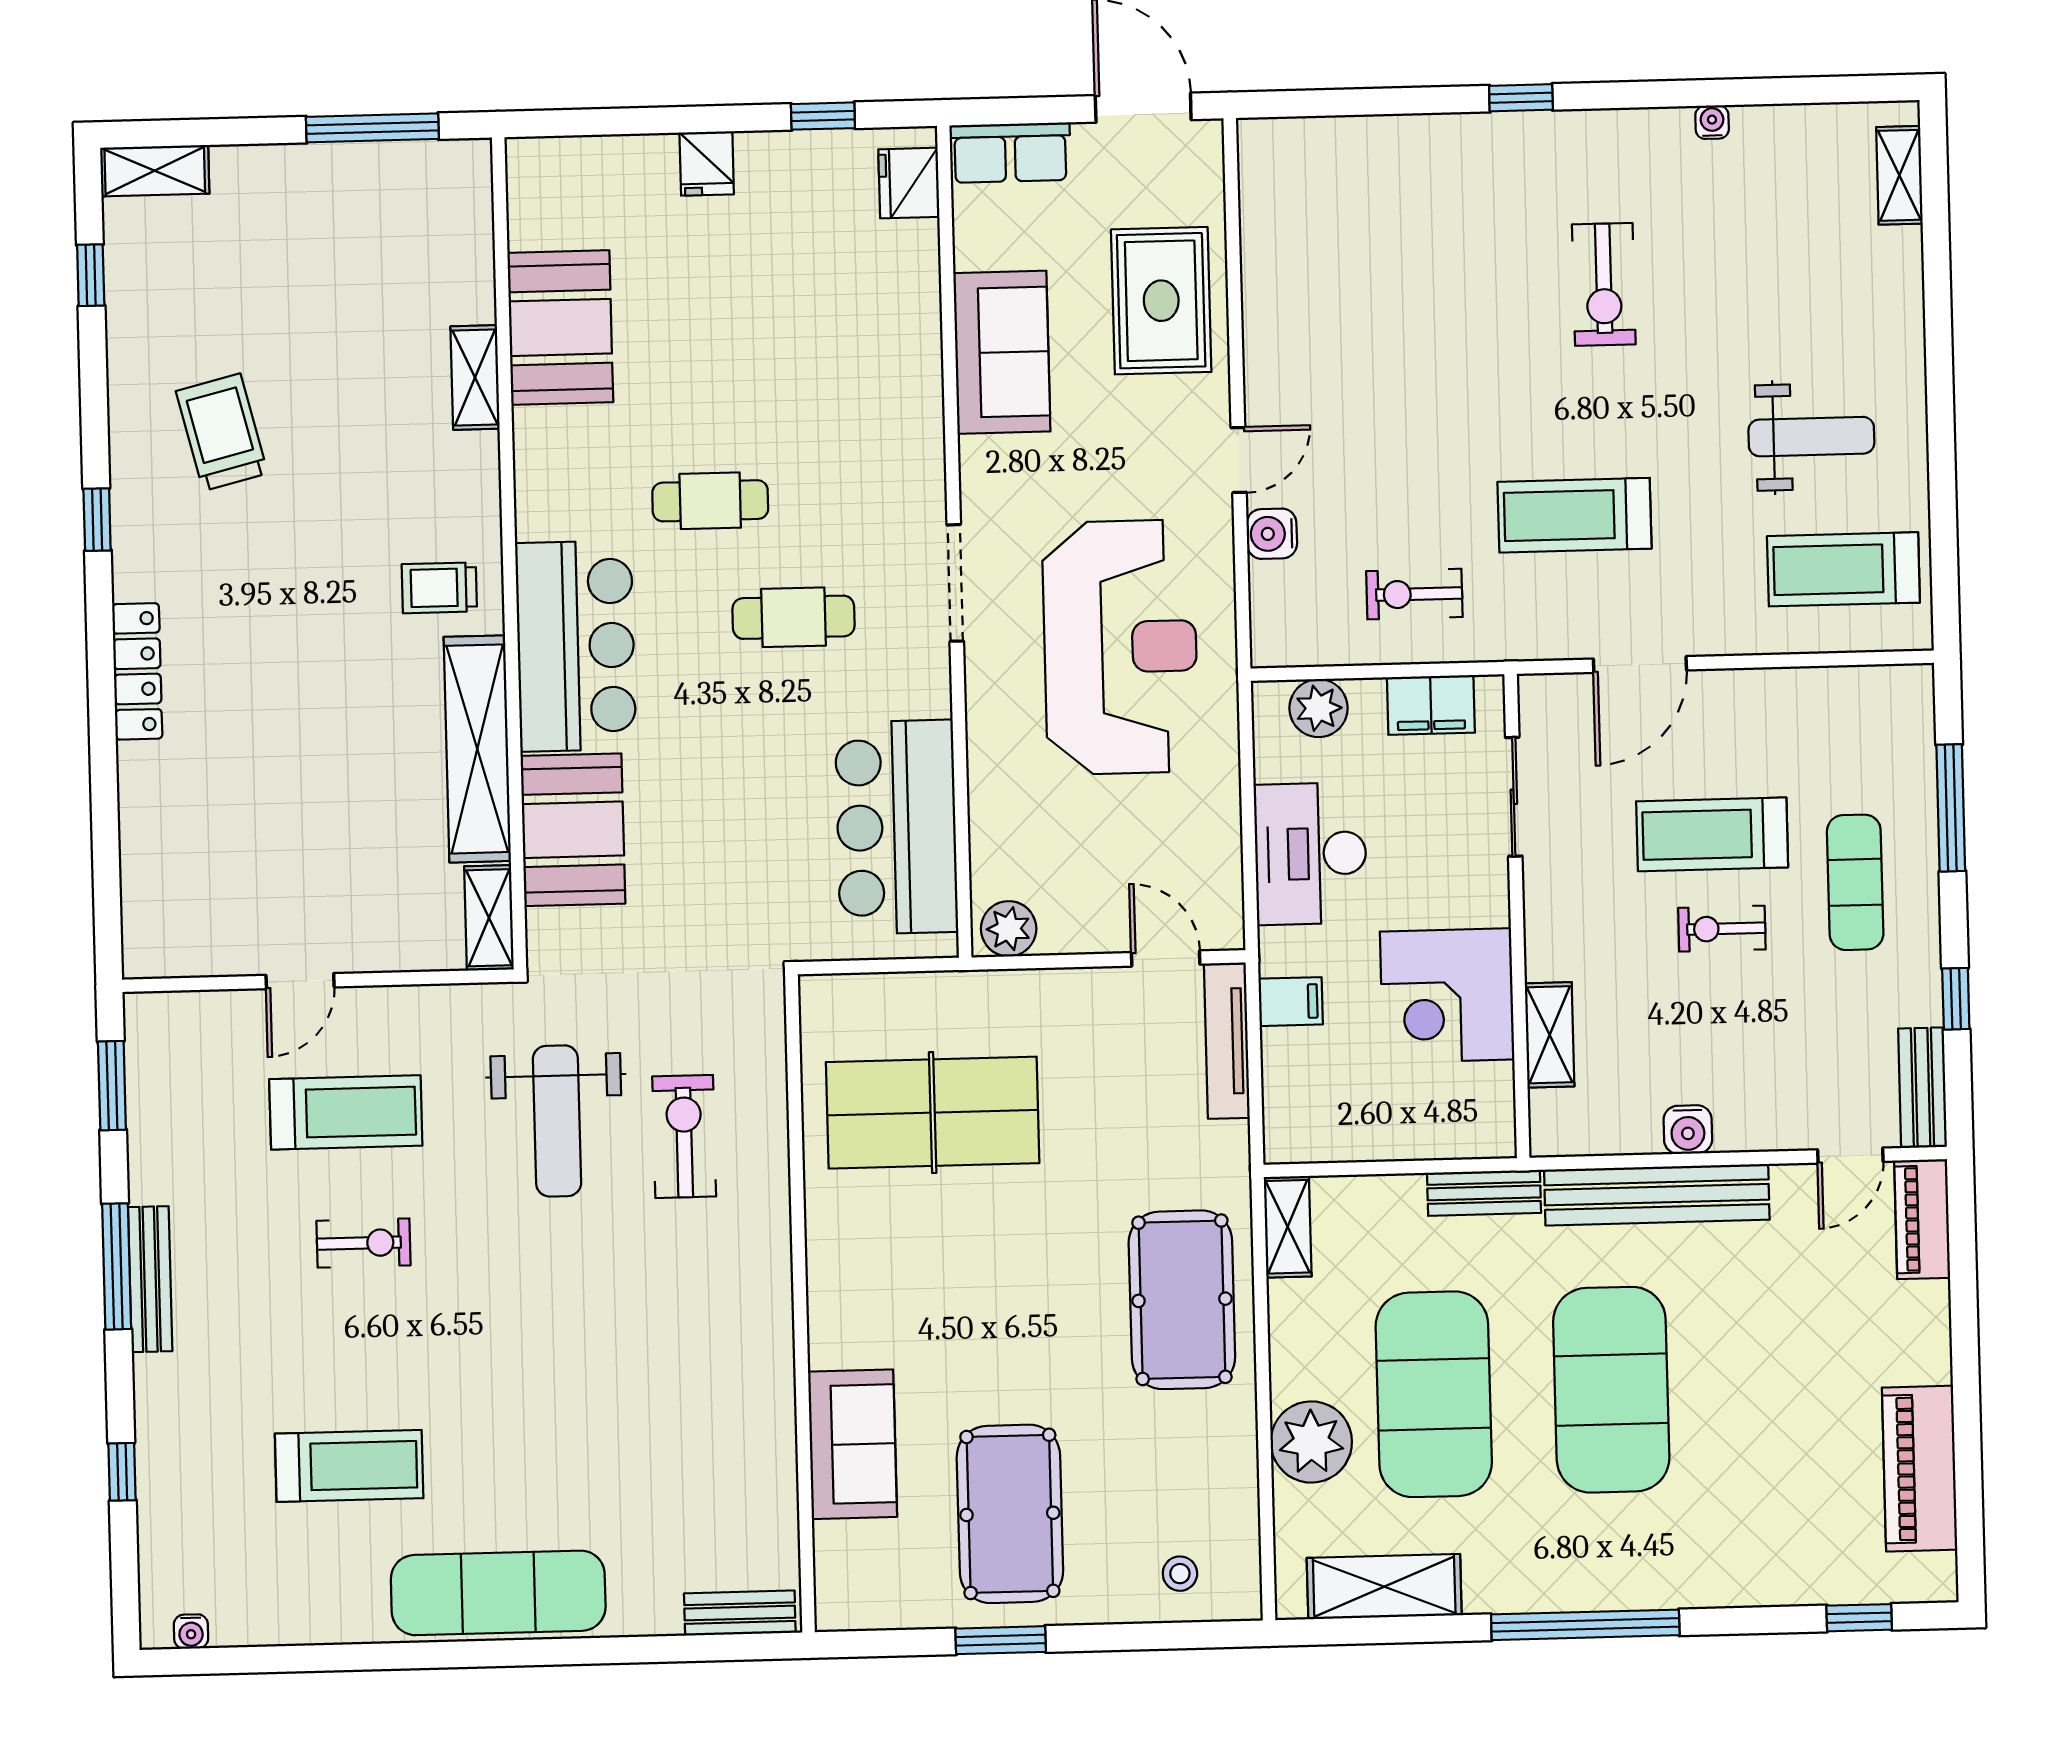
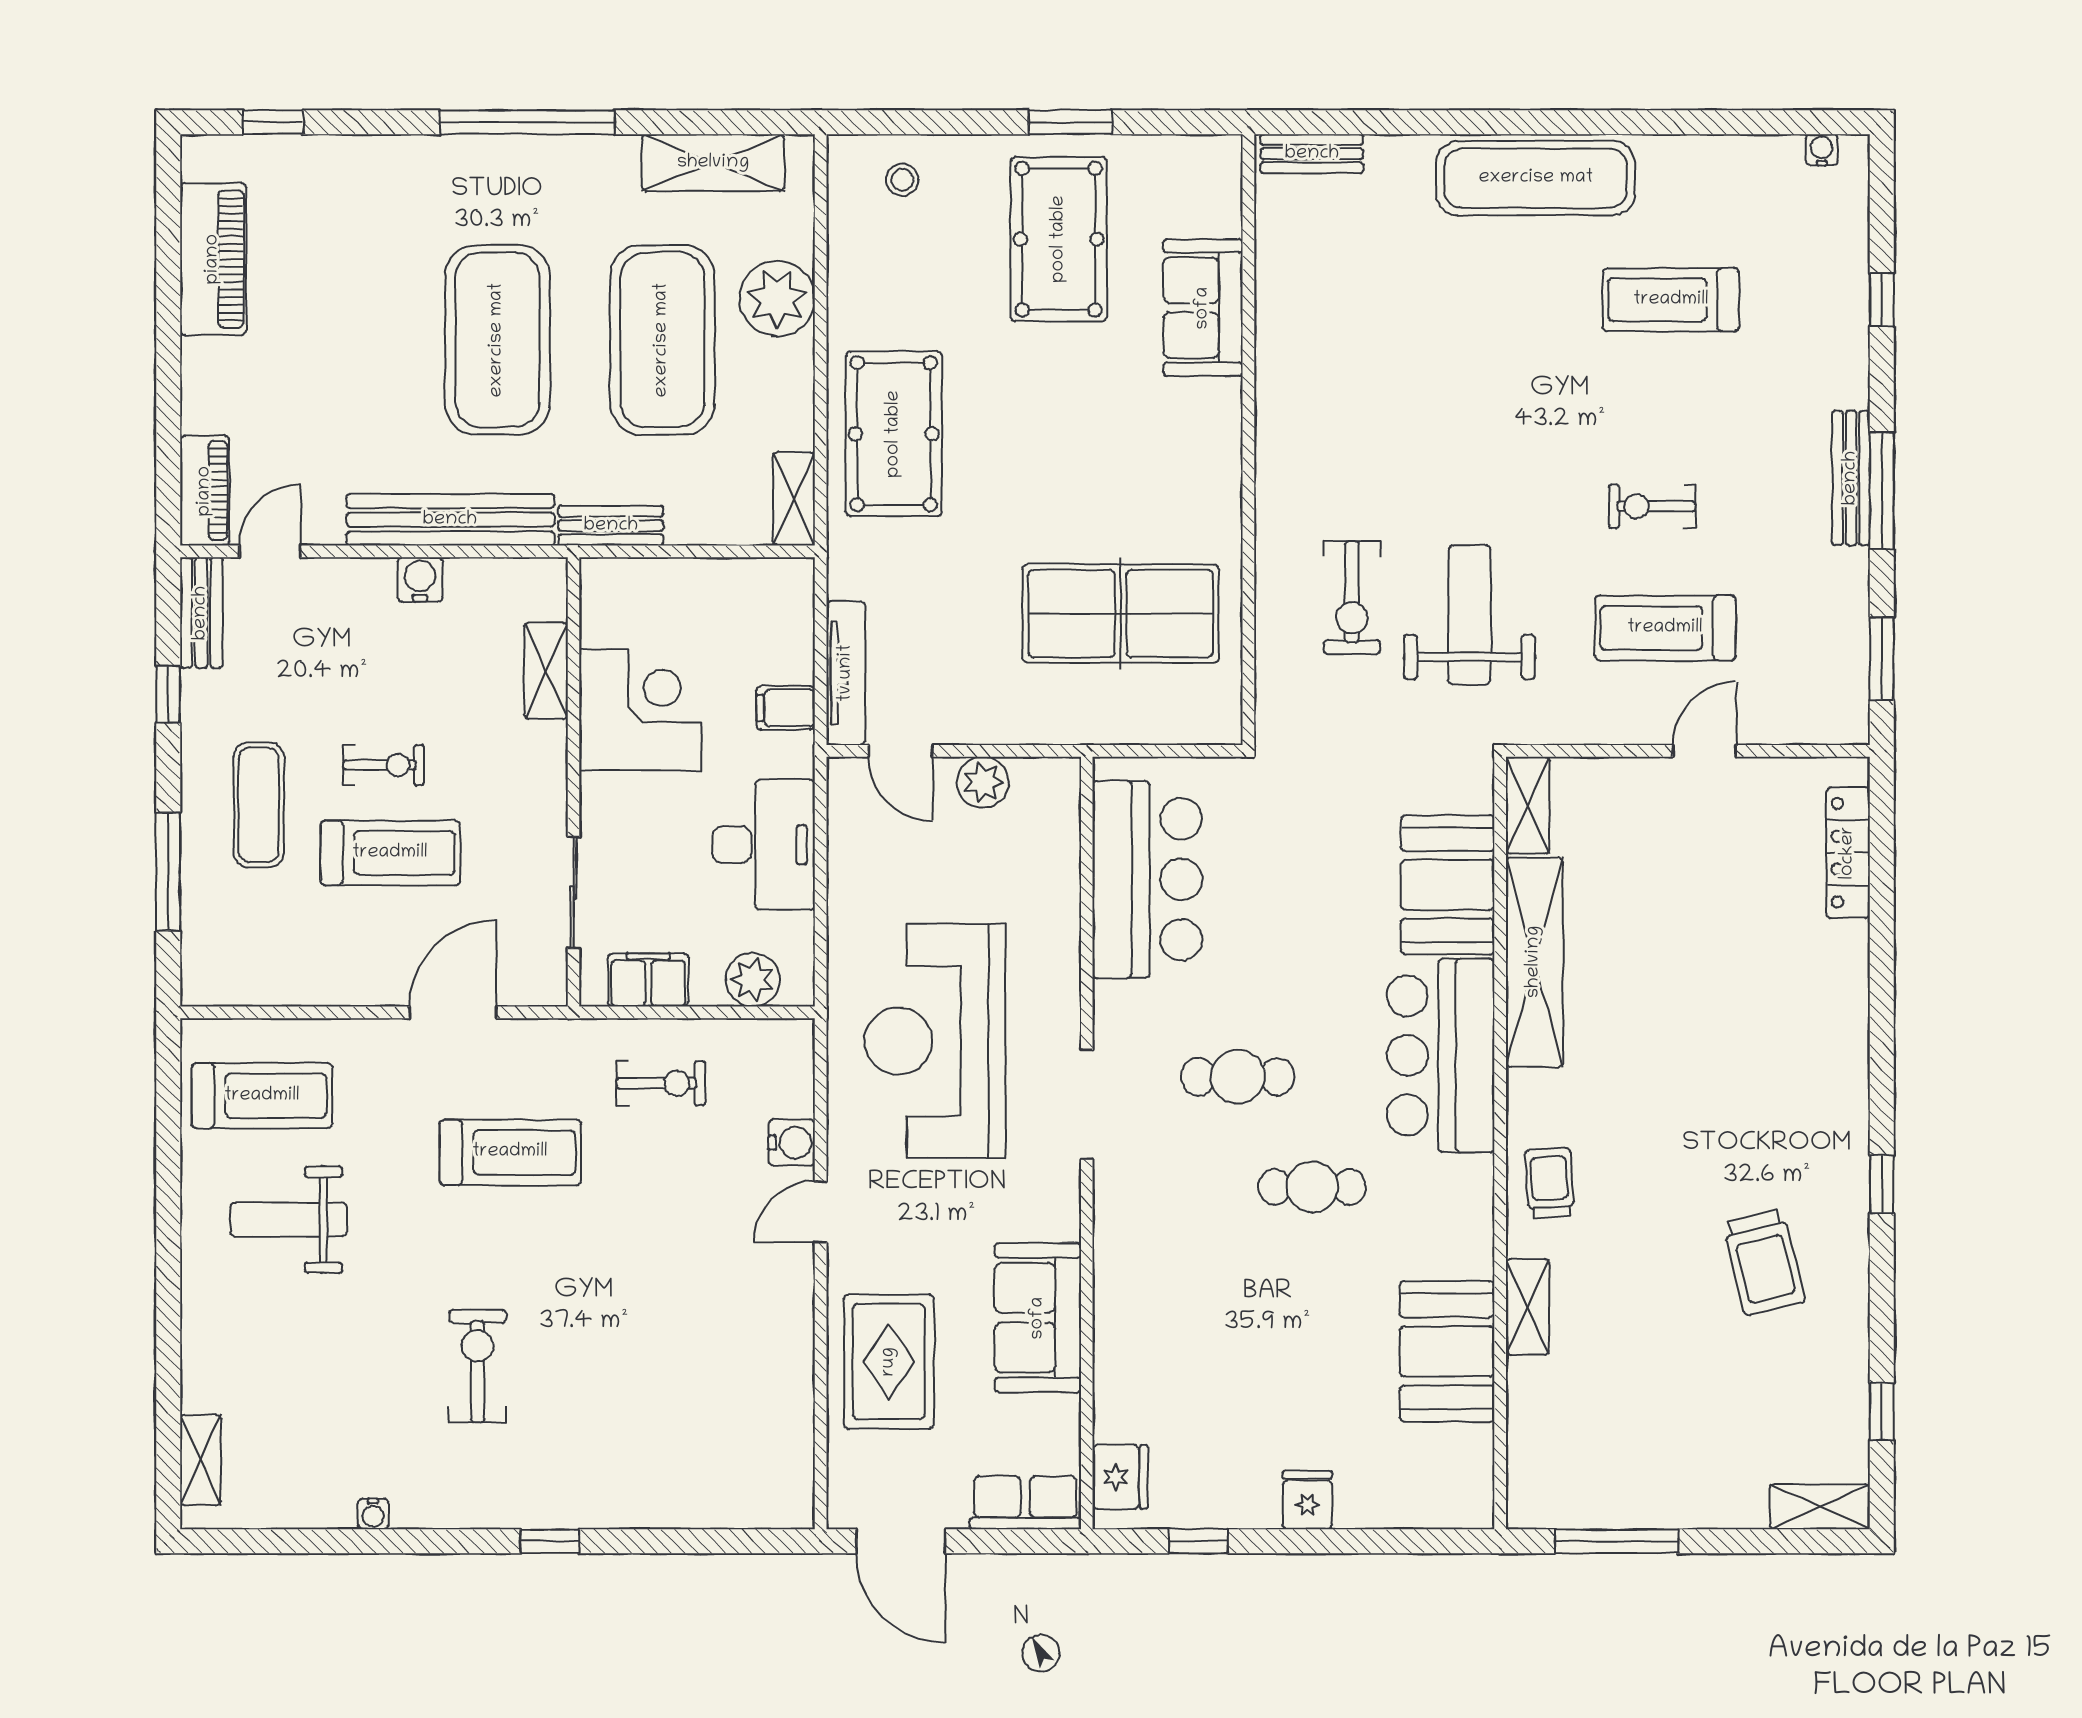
trolley: (439, 588) -> (1550, 1183), moved, turned -94
locker: (137, 671) -> (1848, 853), moved
plant: (1009, 929) -> (983, 782), moved

